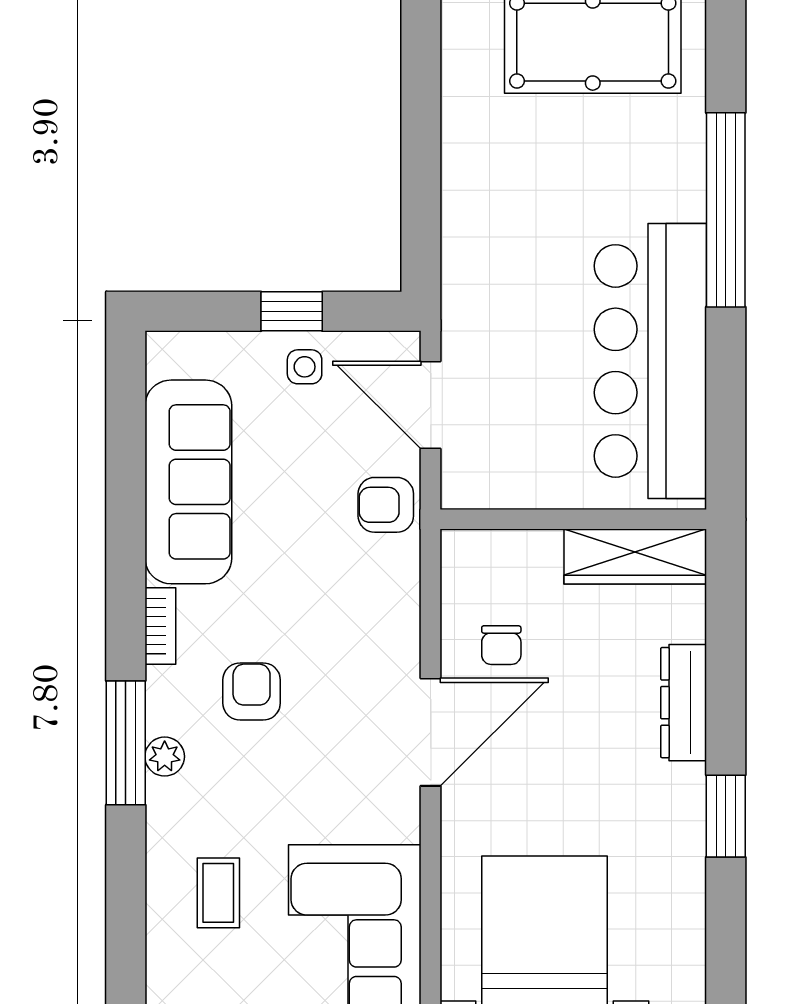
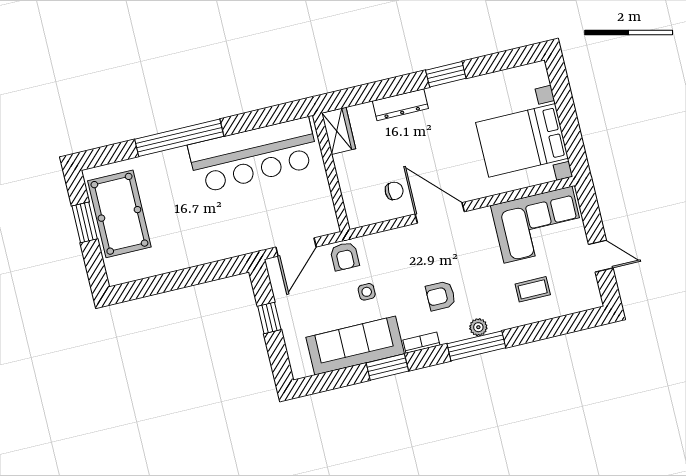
side table: (305, 367) -> (367, 292), moved
window: (126, 540) -> (387, 367), added
wardrobe: (635, 557) -> (339, 131), width x0.67

